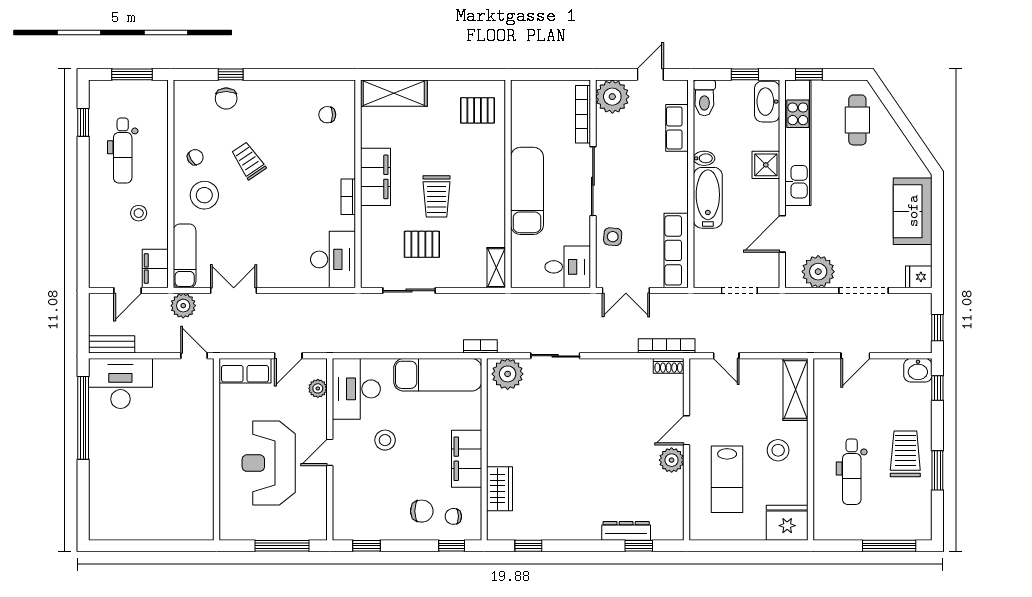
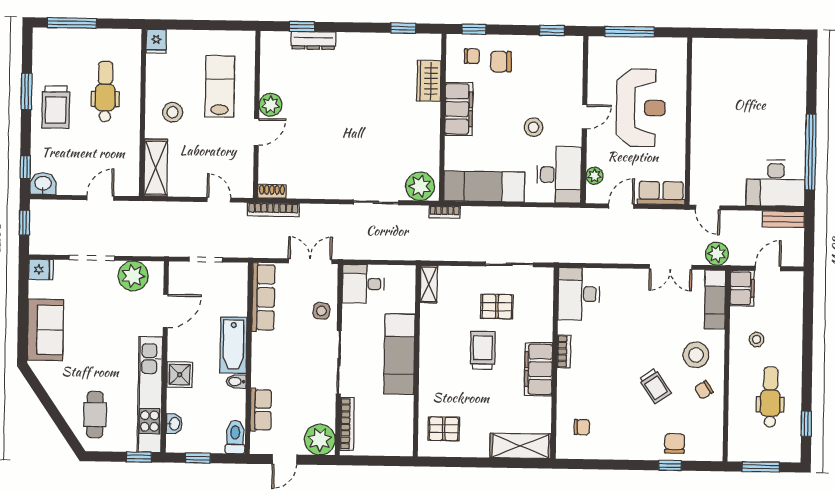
washbasin: (767, 102) -> (174, 424), width x0.52, depth x0.69
fridge: (787, 523) -> (156, 41), width x0.53, depth x0.75

